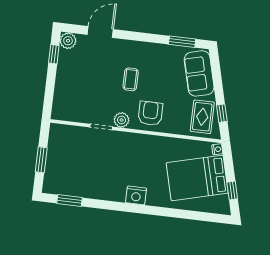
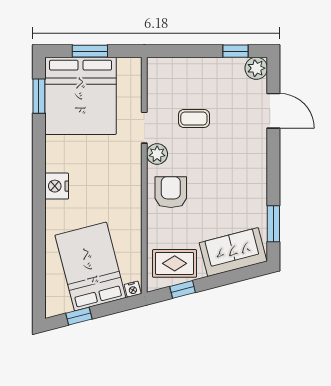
coffee table: (131, 79) -> (194, 118), moved
armchair: (150, 113) -> (171, 192), turned -90
bed: (73, 170) -> (81, 96), added

